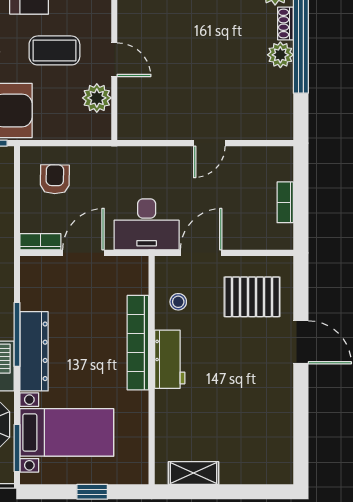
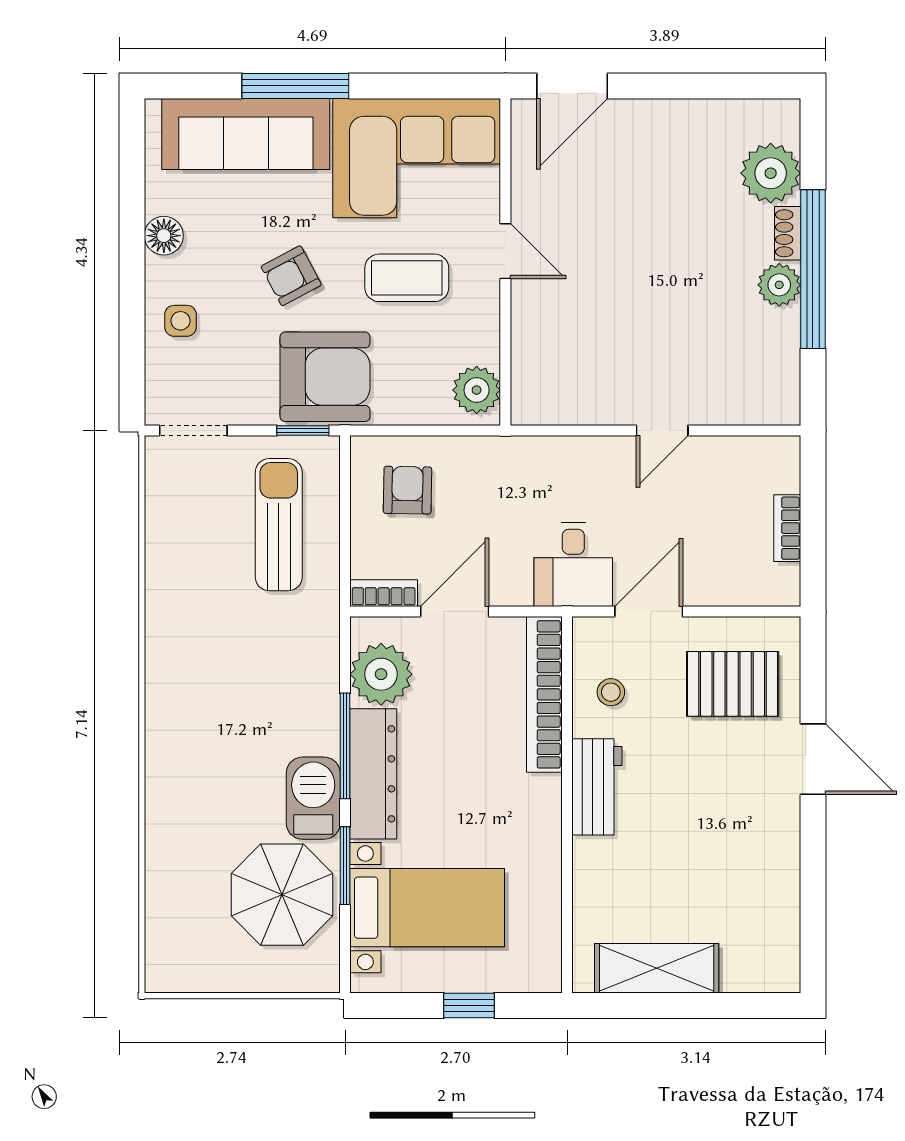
door: (114, 60) -> (505, 251), moved
plant: (97, 98) -> (477, 390), moved
desk: (147, 224) -> (573, 564), width x0.73
plant: (39, 291) -> (381, 674), added
bookcase: (138, 343) -> (544, 694), moved
window: (17, 448) -> (345, 866), moved
shelving: (193, 473) -> (657, 968), width x1.50, depth x1.33

